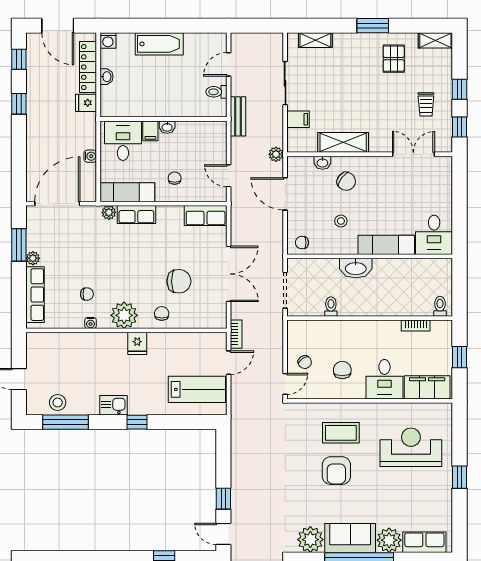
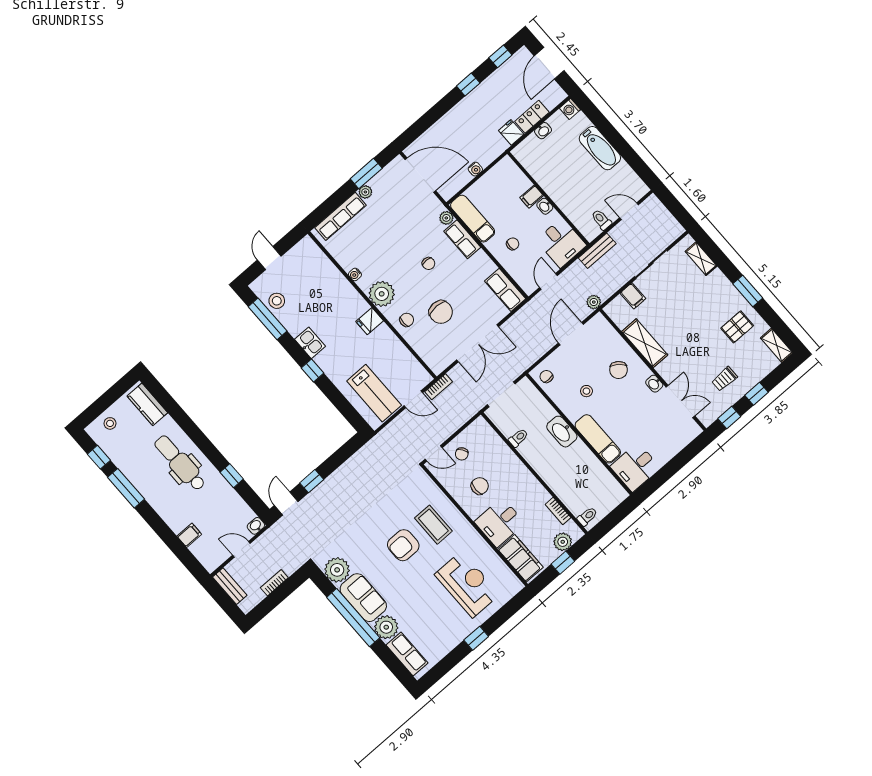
locker: (88, 67) -> (532, 117), width x0.66
desk: (123, 141) -> (561, 243), moved, turned 90
washbasin: (322, 163) -> (654, 384), moved
chair: (87, 294) -> (429, 263), moved
plant: (443, 343) -> (563, 542), added

